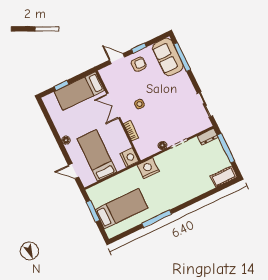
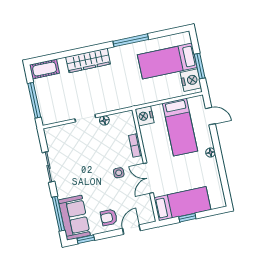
window: (139, 48) -> (86, 239), moved
door: (117, 59) -> (131, 230), swing flipped
window: (62, 85) -> (187, 218), moved
sliding door: (205, 105) -> (48, 167), moved
double door: (113, 106) -> (148, 178), swing flipped
dresser: (208, 137) -> (52, 118), removed
nightstand: (148, 168) -> (191, 80), moved, turned -90
wardrobe: (189, 193) -> (88, 61), added

